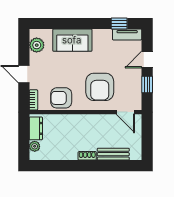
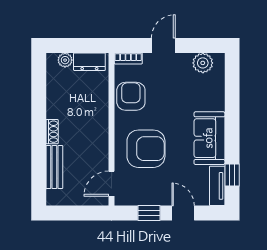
sofa: (72, 40) -> (209, 138), moved
armchair: (100, 87) -> (146, 149), turned 180

